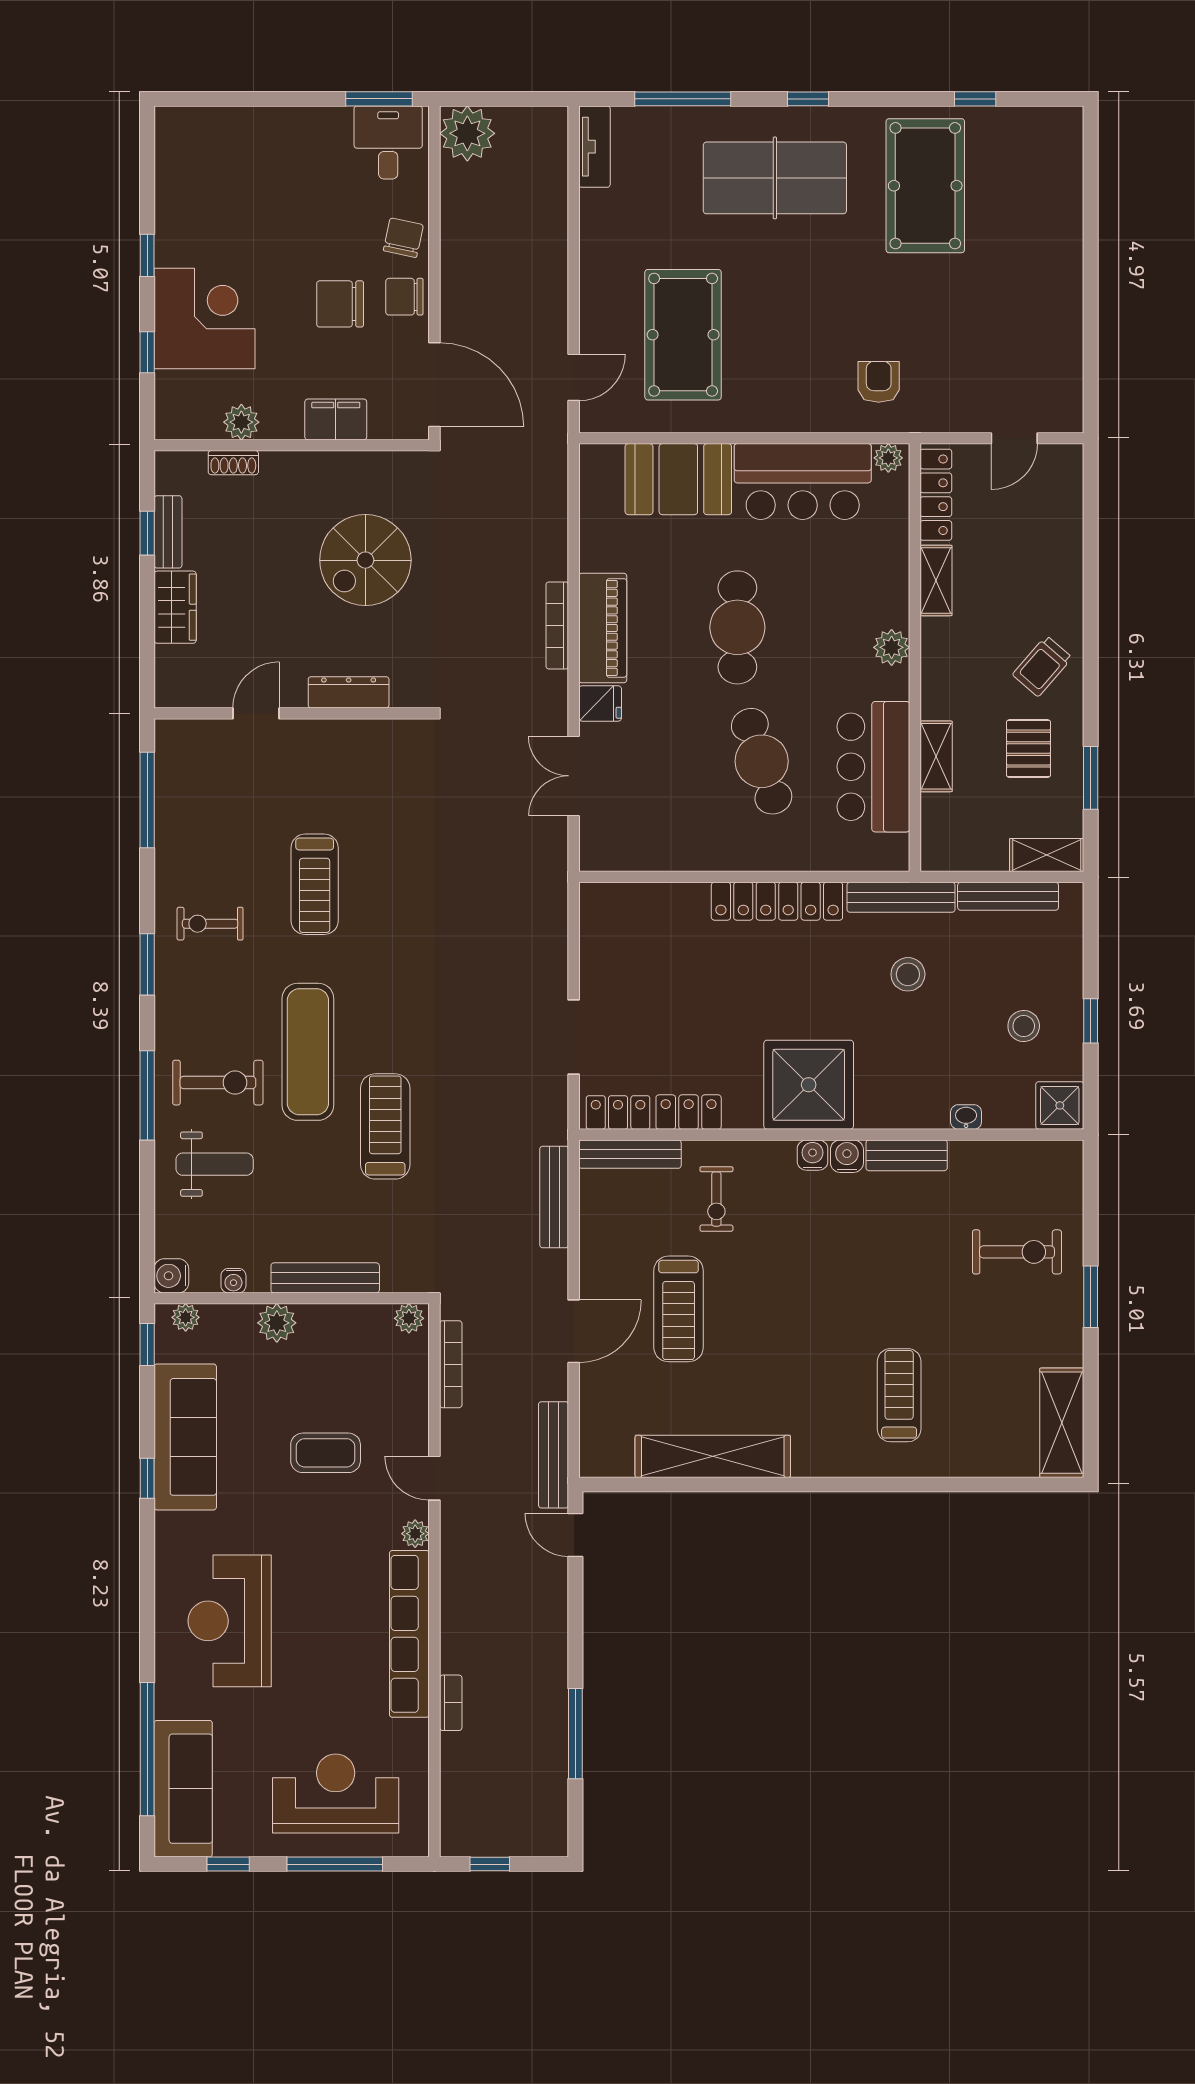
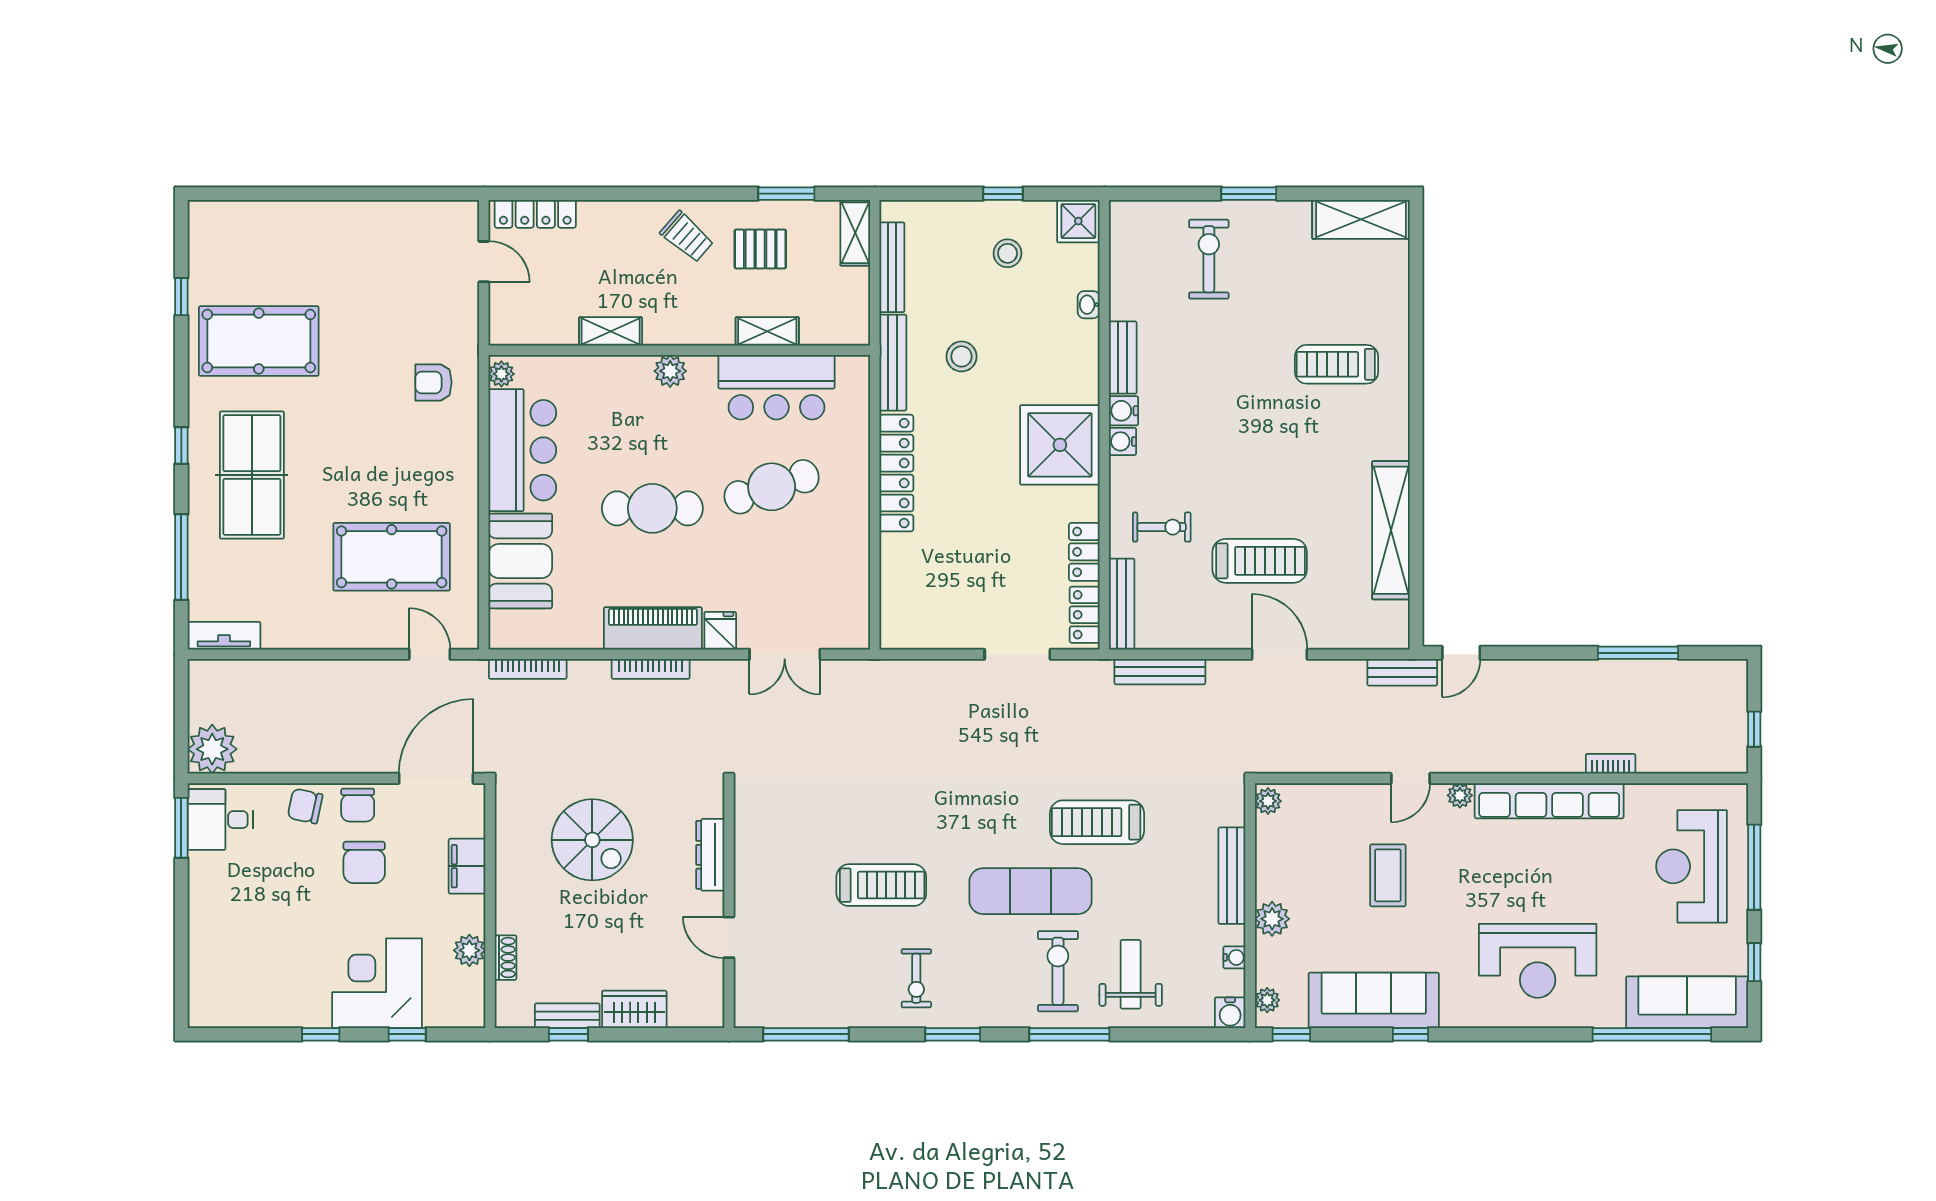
locker: (936, 495) -> (535, 214), moved, turned 180
bookcase: (451, 1364) -> (528, 669), moved, turned 180
bench: (554, 1455) -> (1402, 672), width x0.73

